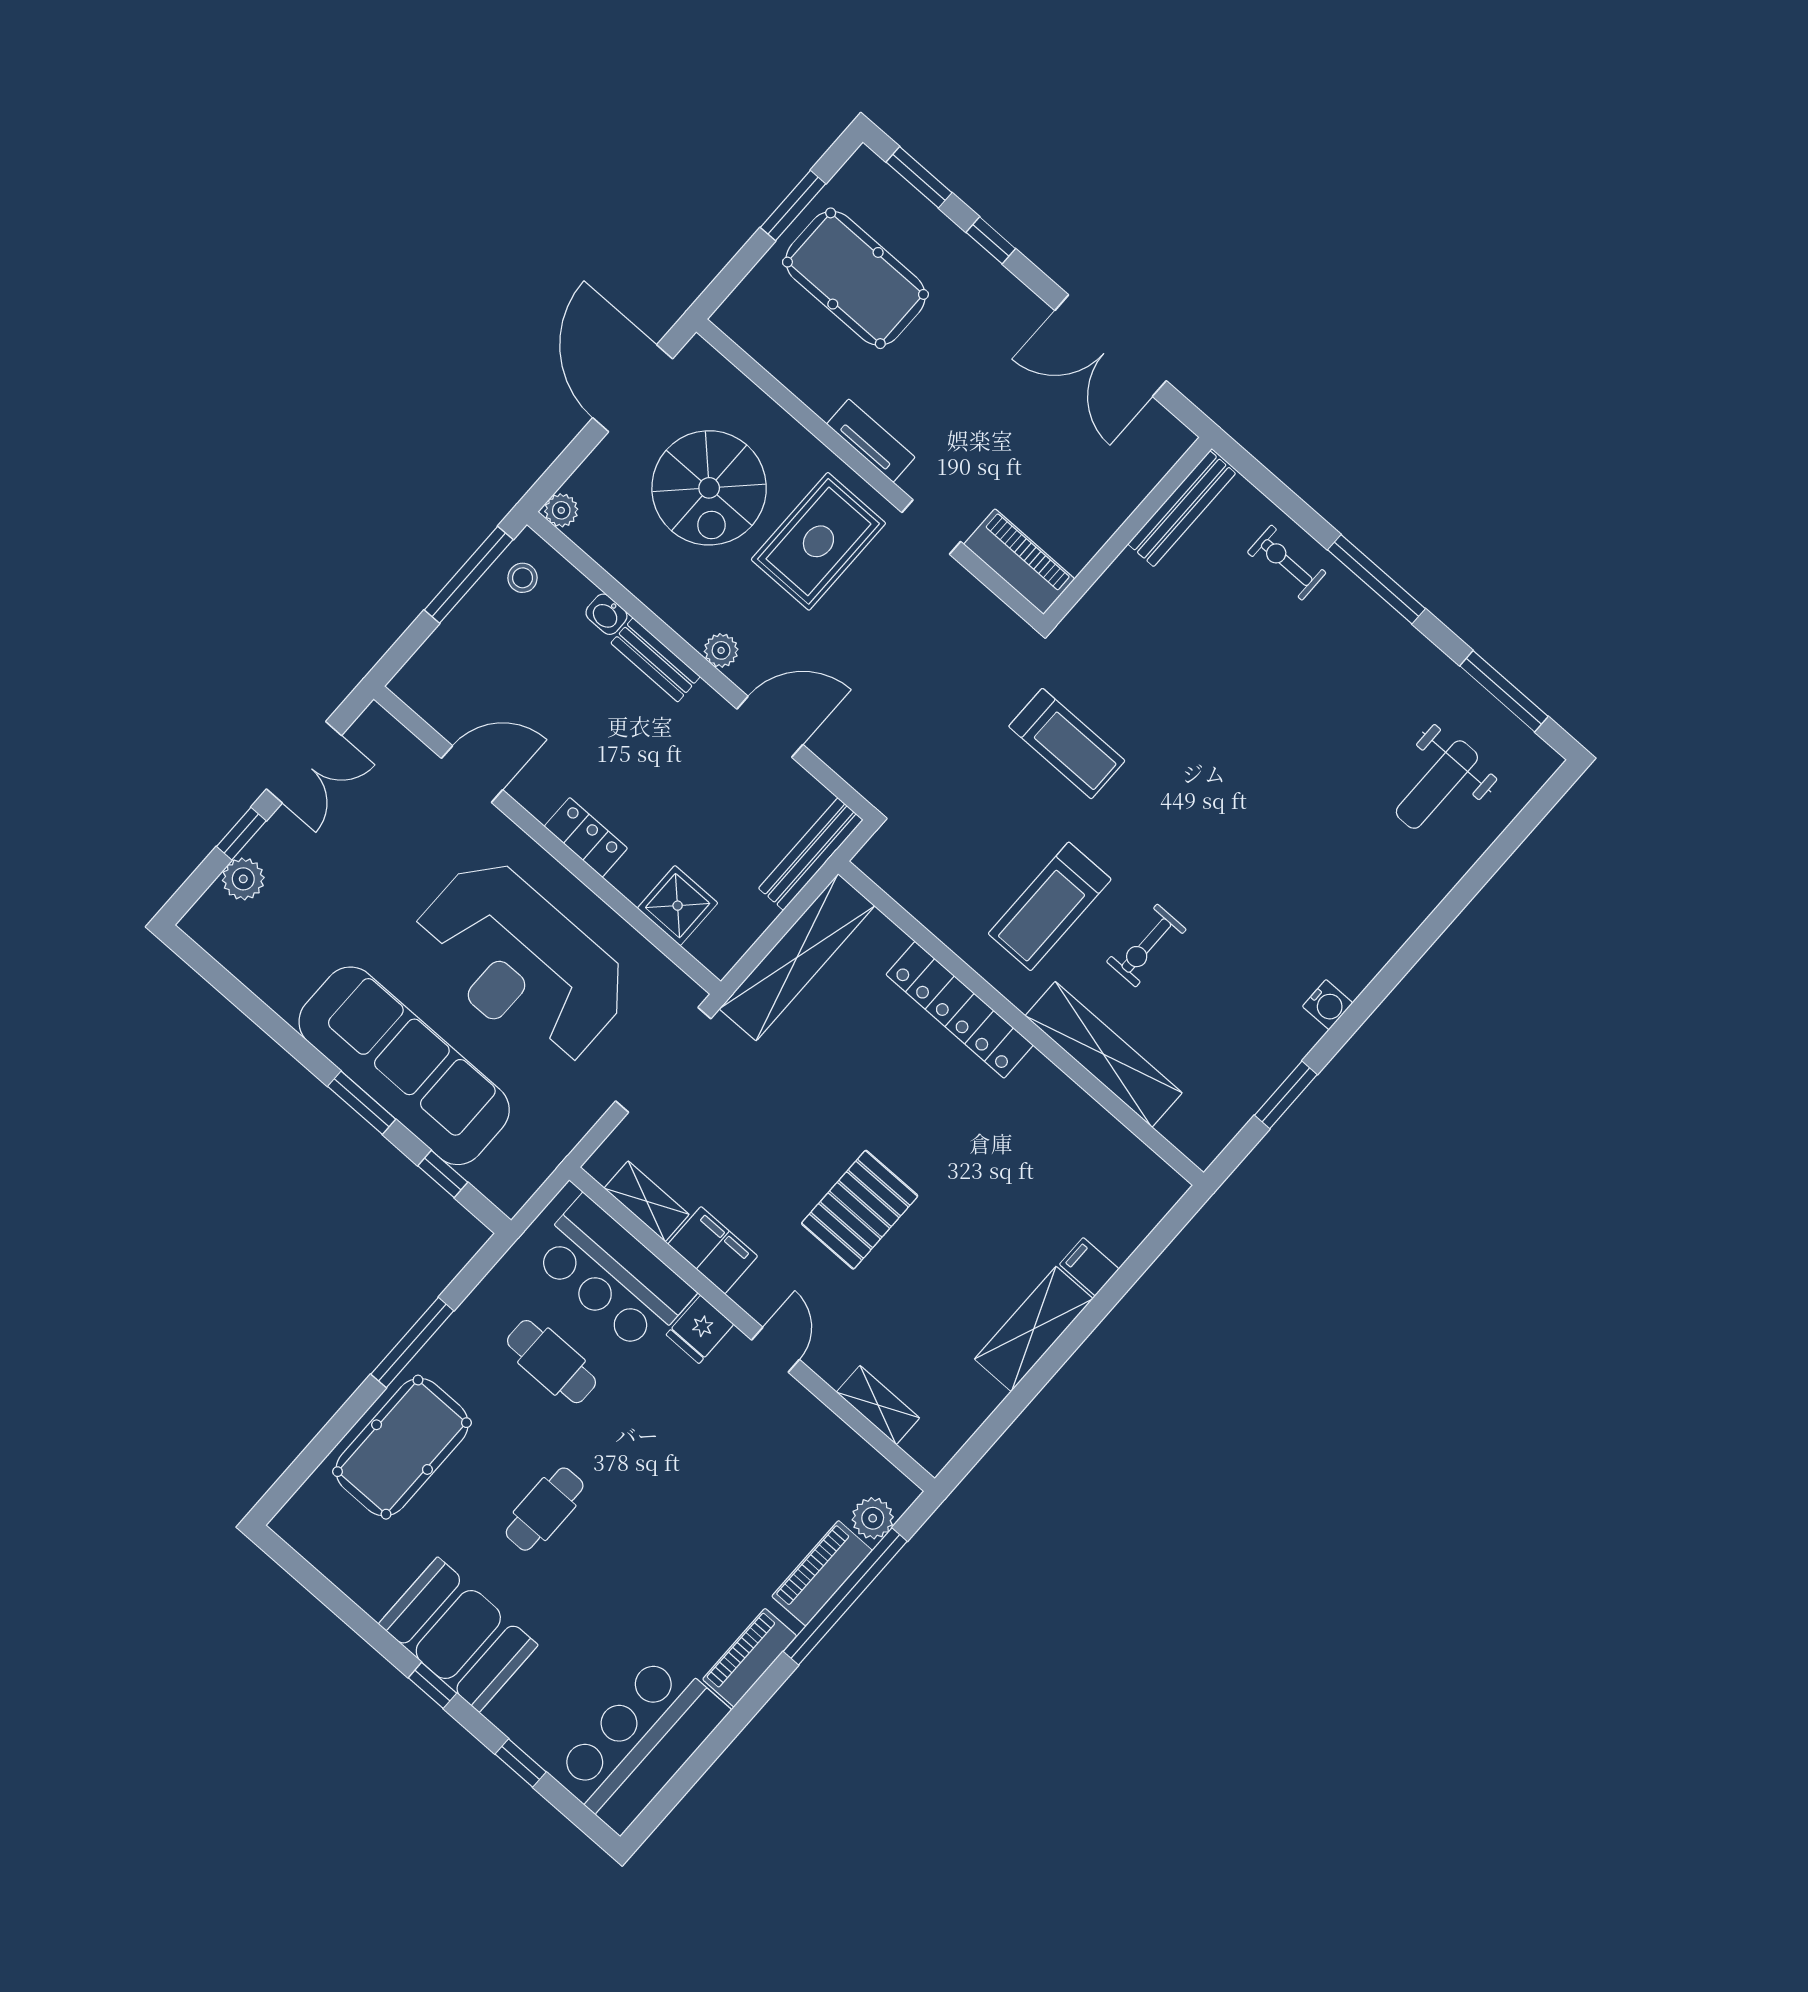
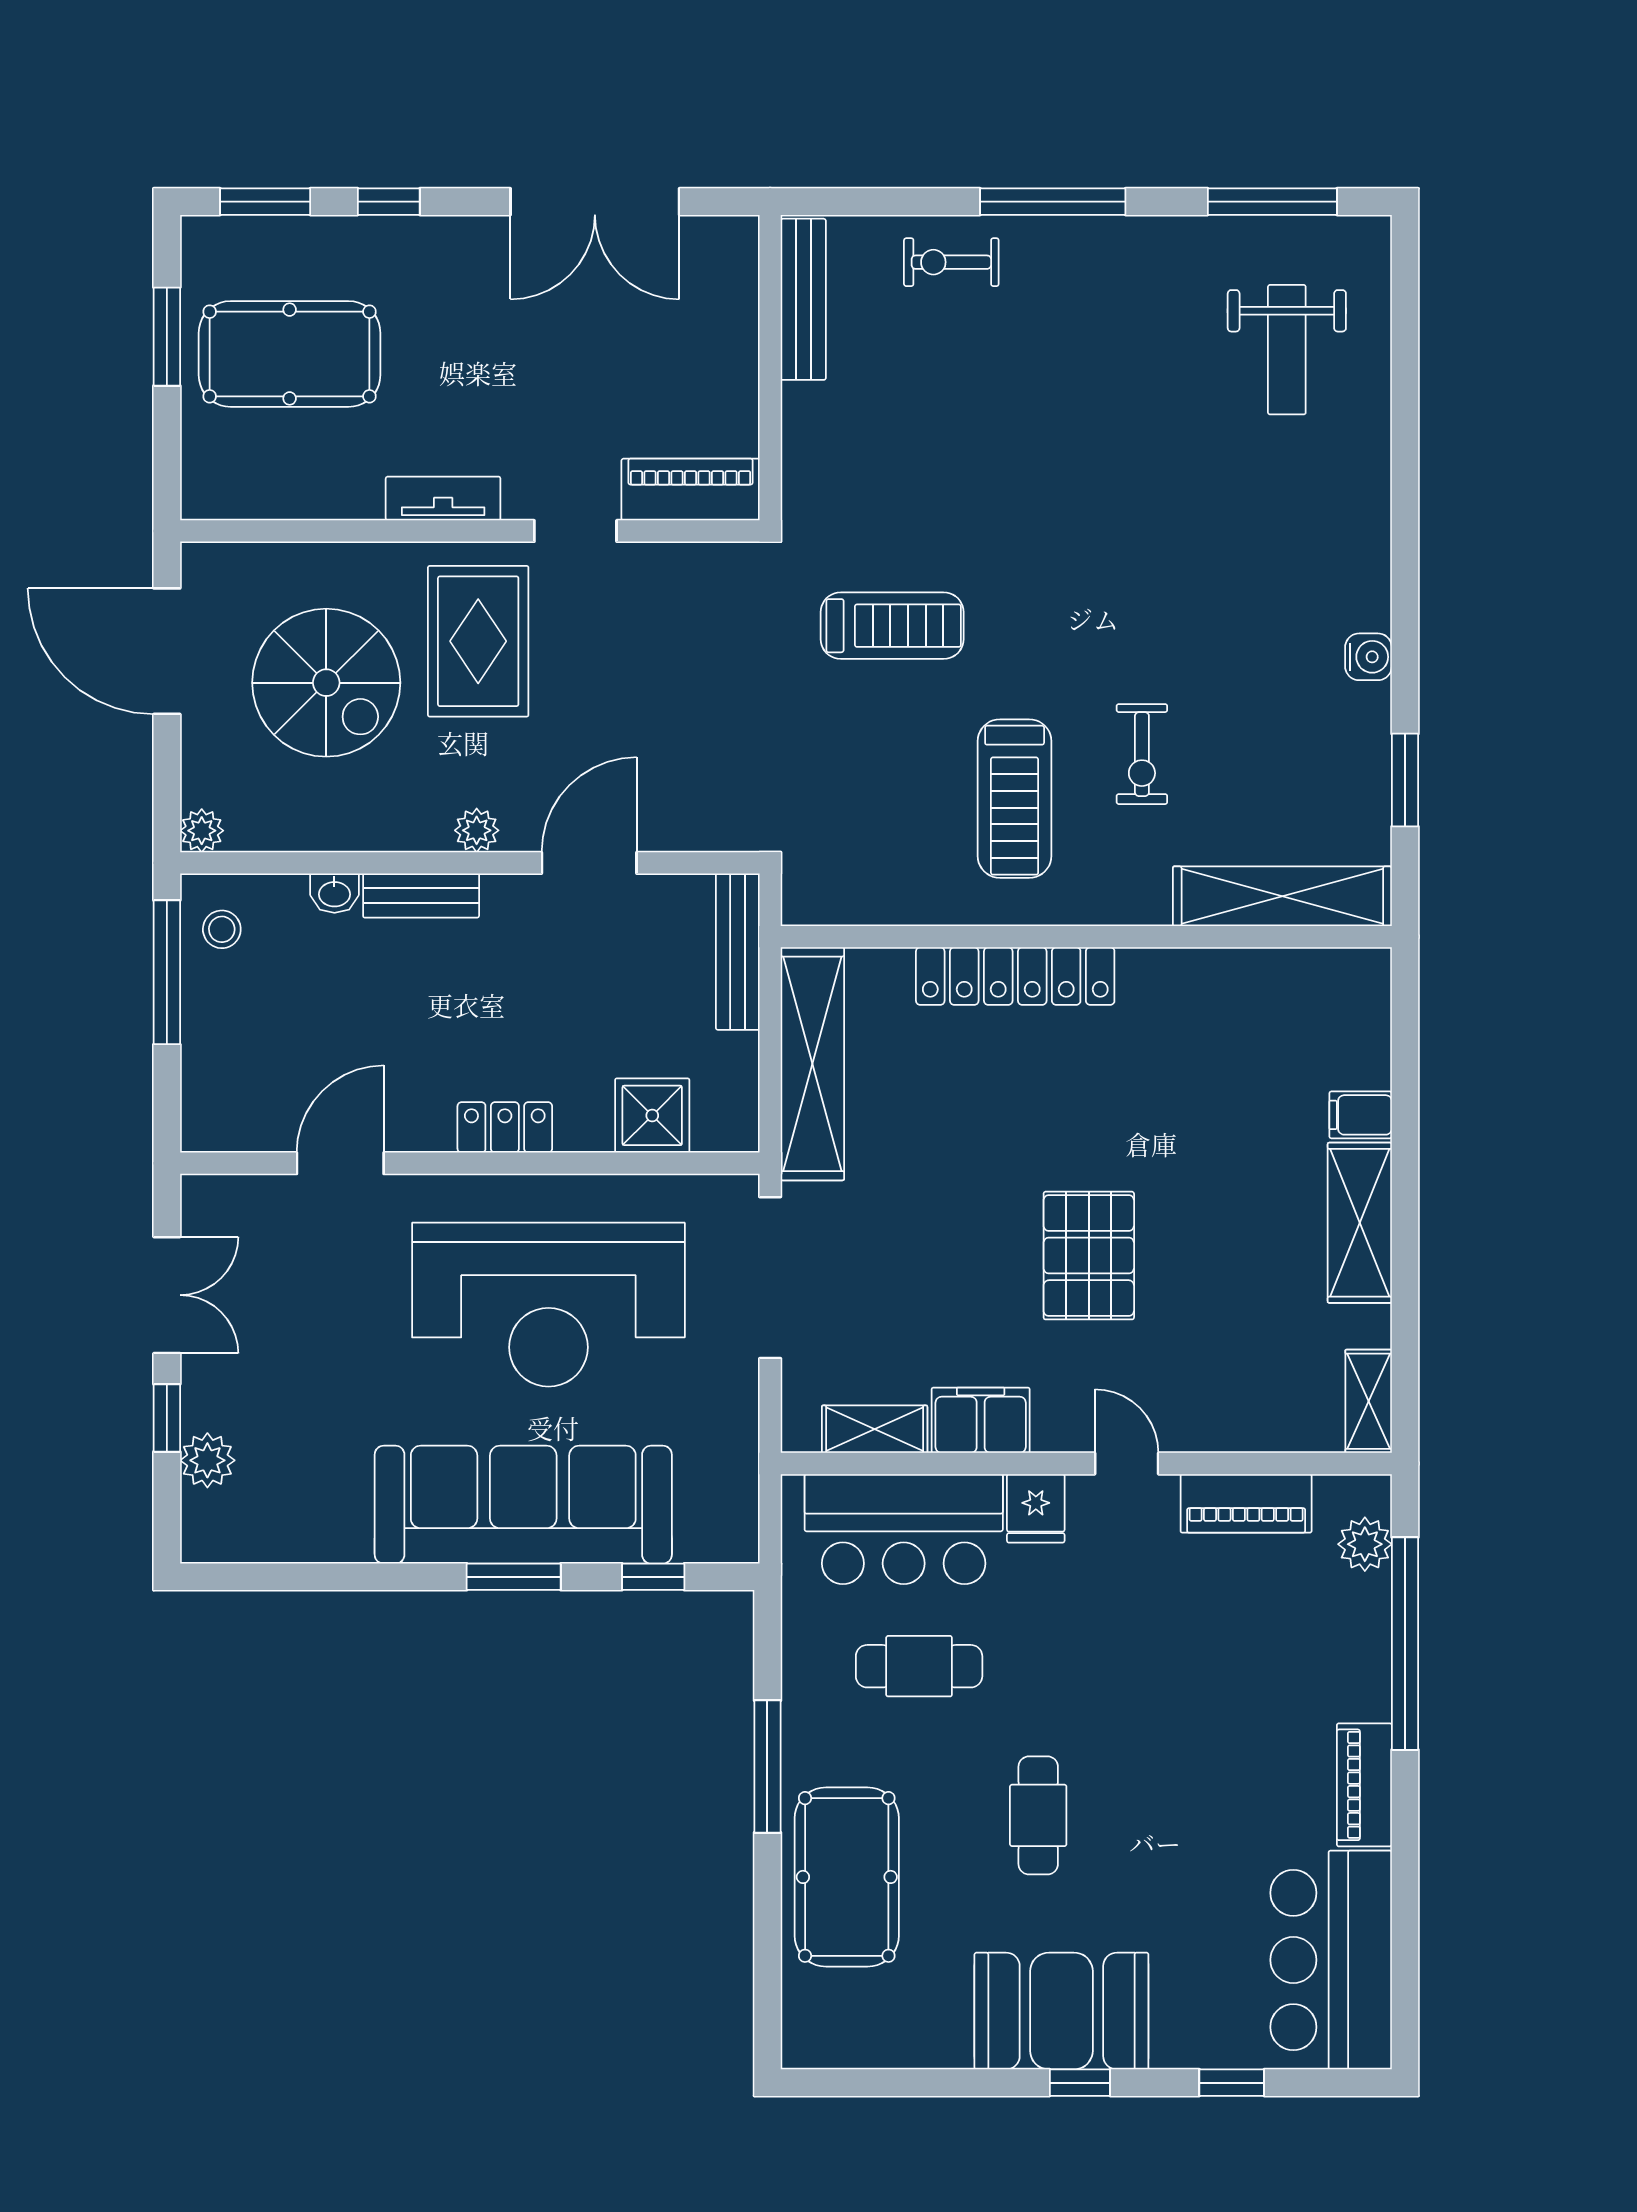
shelving: (1104, 1054) -> (1282, 896), moved
shelving: (878, 1405) -> (1369, 1401), moved, turned 90
piano: (822, 1573) -> (1246, 1503), moved, turned -90

